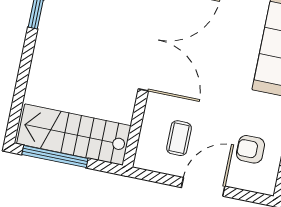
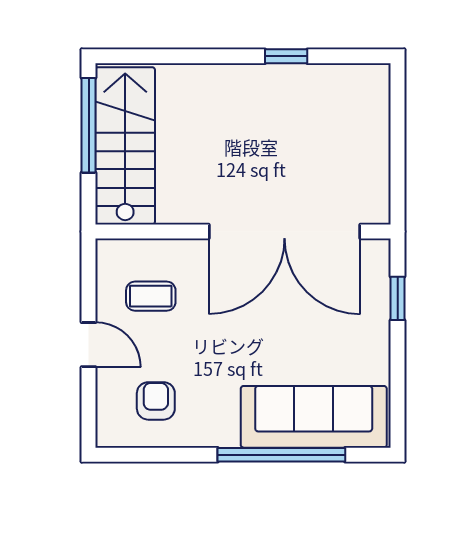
door: (203, 187) -> (89, 345), width x0.73

